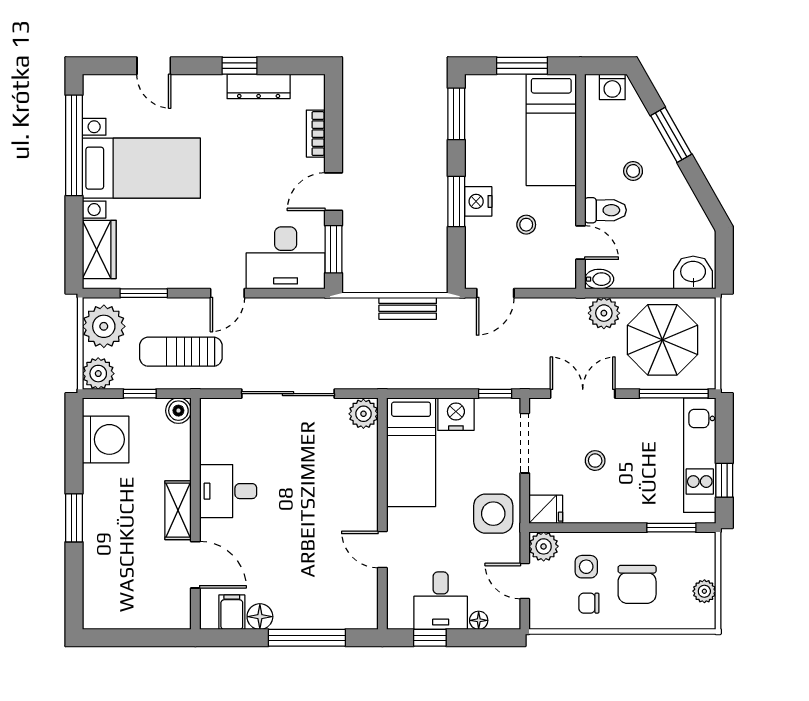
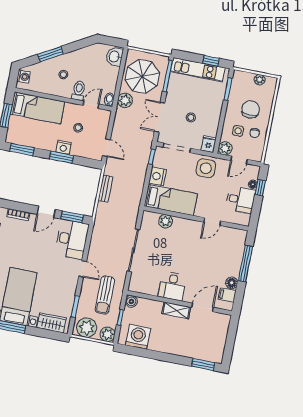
door: (334, 192) -> (46, 212), hinge flipped
plant: (363, 414) -> (166, 221), moved
window: (74, 518) -> (203, 364), moved
chair: (637, 584) -> (251, 109), turned -90
window: (430, 638) -> (260, 188), moved

